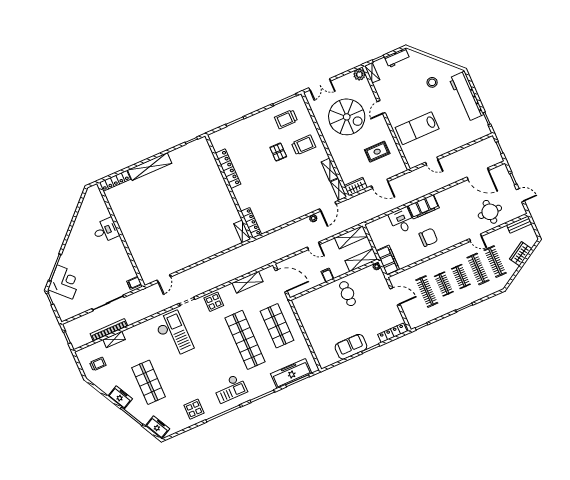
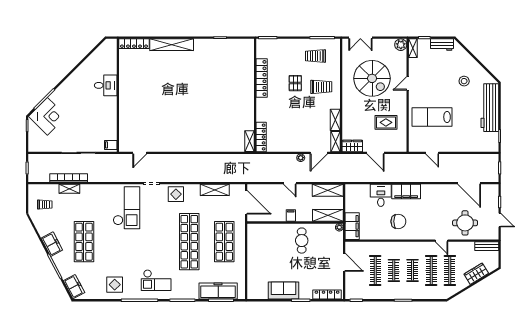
locker: (228, 169) -> (262, 78), moved
wall: (229, 187) -> (255, 95), moved
locker: (251, 223) -> (261, 137), moved
shelving: (242, 231) -> (249, 141), moved

